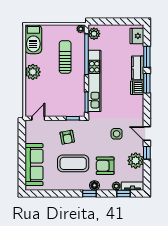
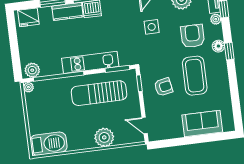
sun lounger: (65, 57) -> (99, 93), moved, width x1.36, depth x1.34
plant: (33, 72) -> (104, 137), moved
kitchen unit: (94, 81) -> (90, 62), width x0.73
sofa: (34, 165) -> (202, 124), width x0.73
armchair: (105, 166) -> (193, 36), turned 180

